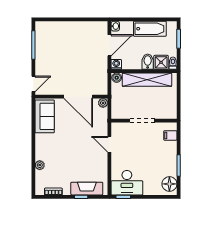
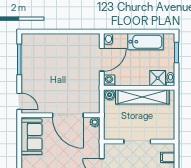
bidet: (148, 62) -> (143, 77), removed
door: (33, 84) -> (19, 101), hinge flipped

